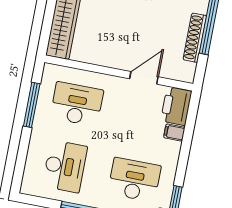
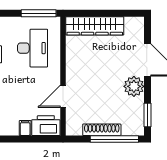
door: (144, 78) -> (63, 96), swing flipped
window: (32, 105) -> (39, 13), moved

